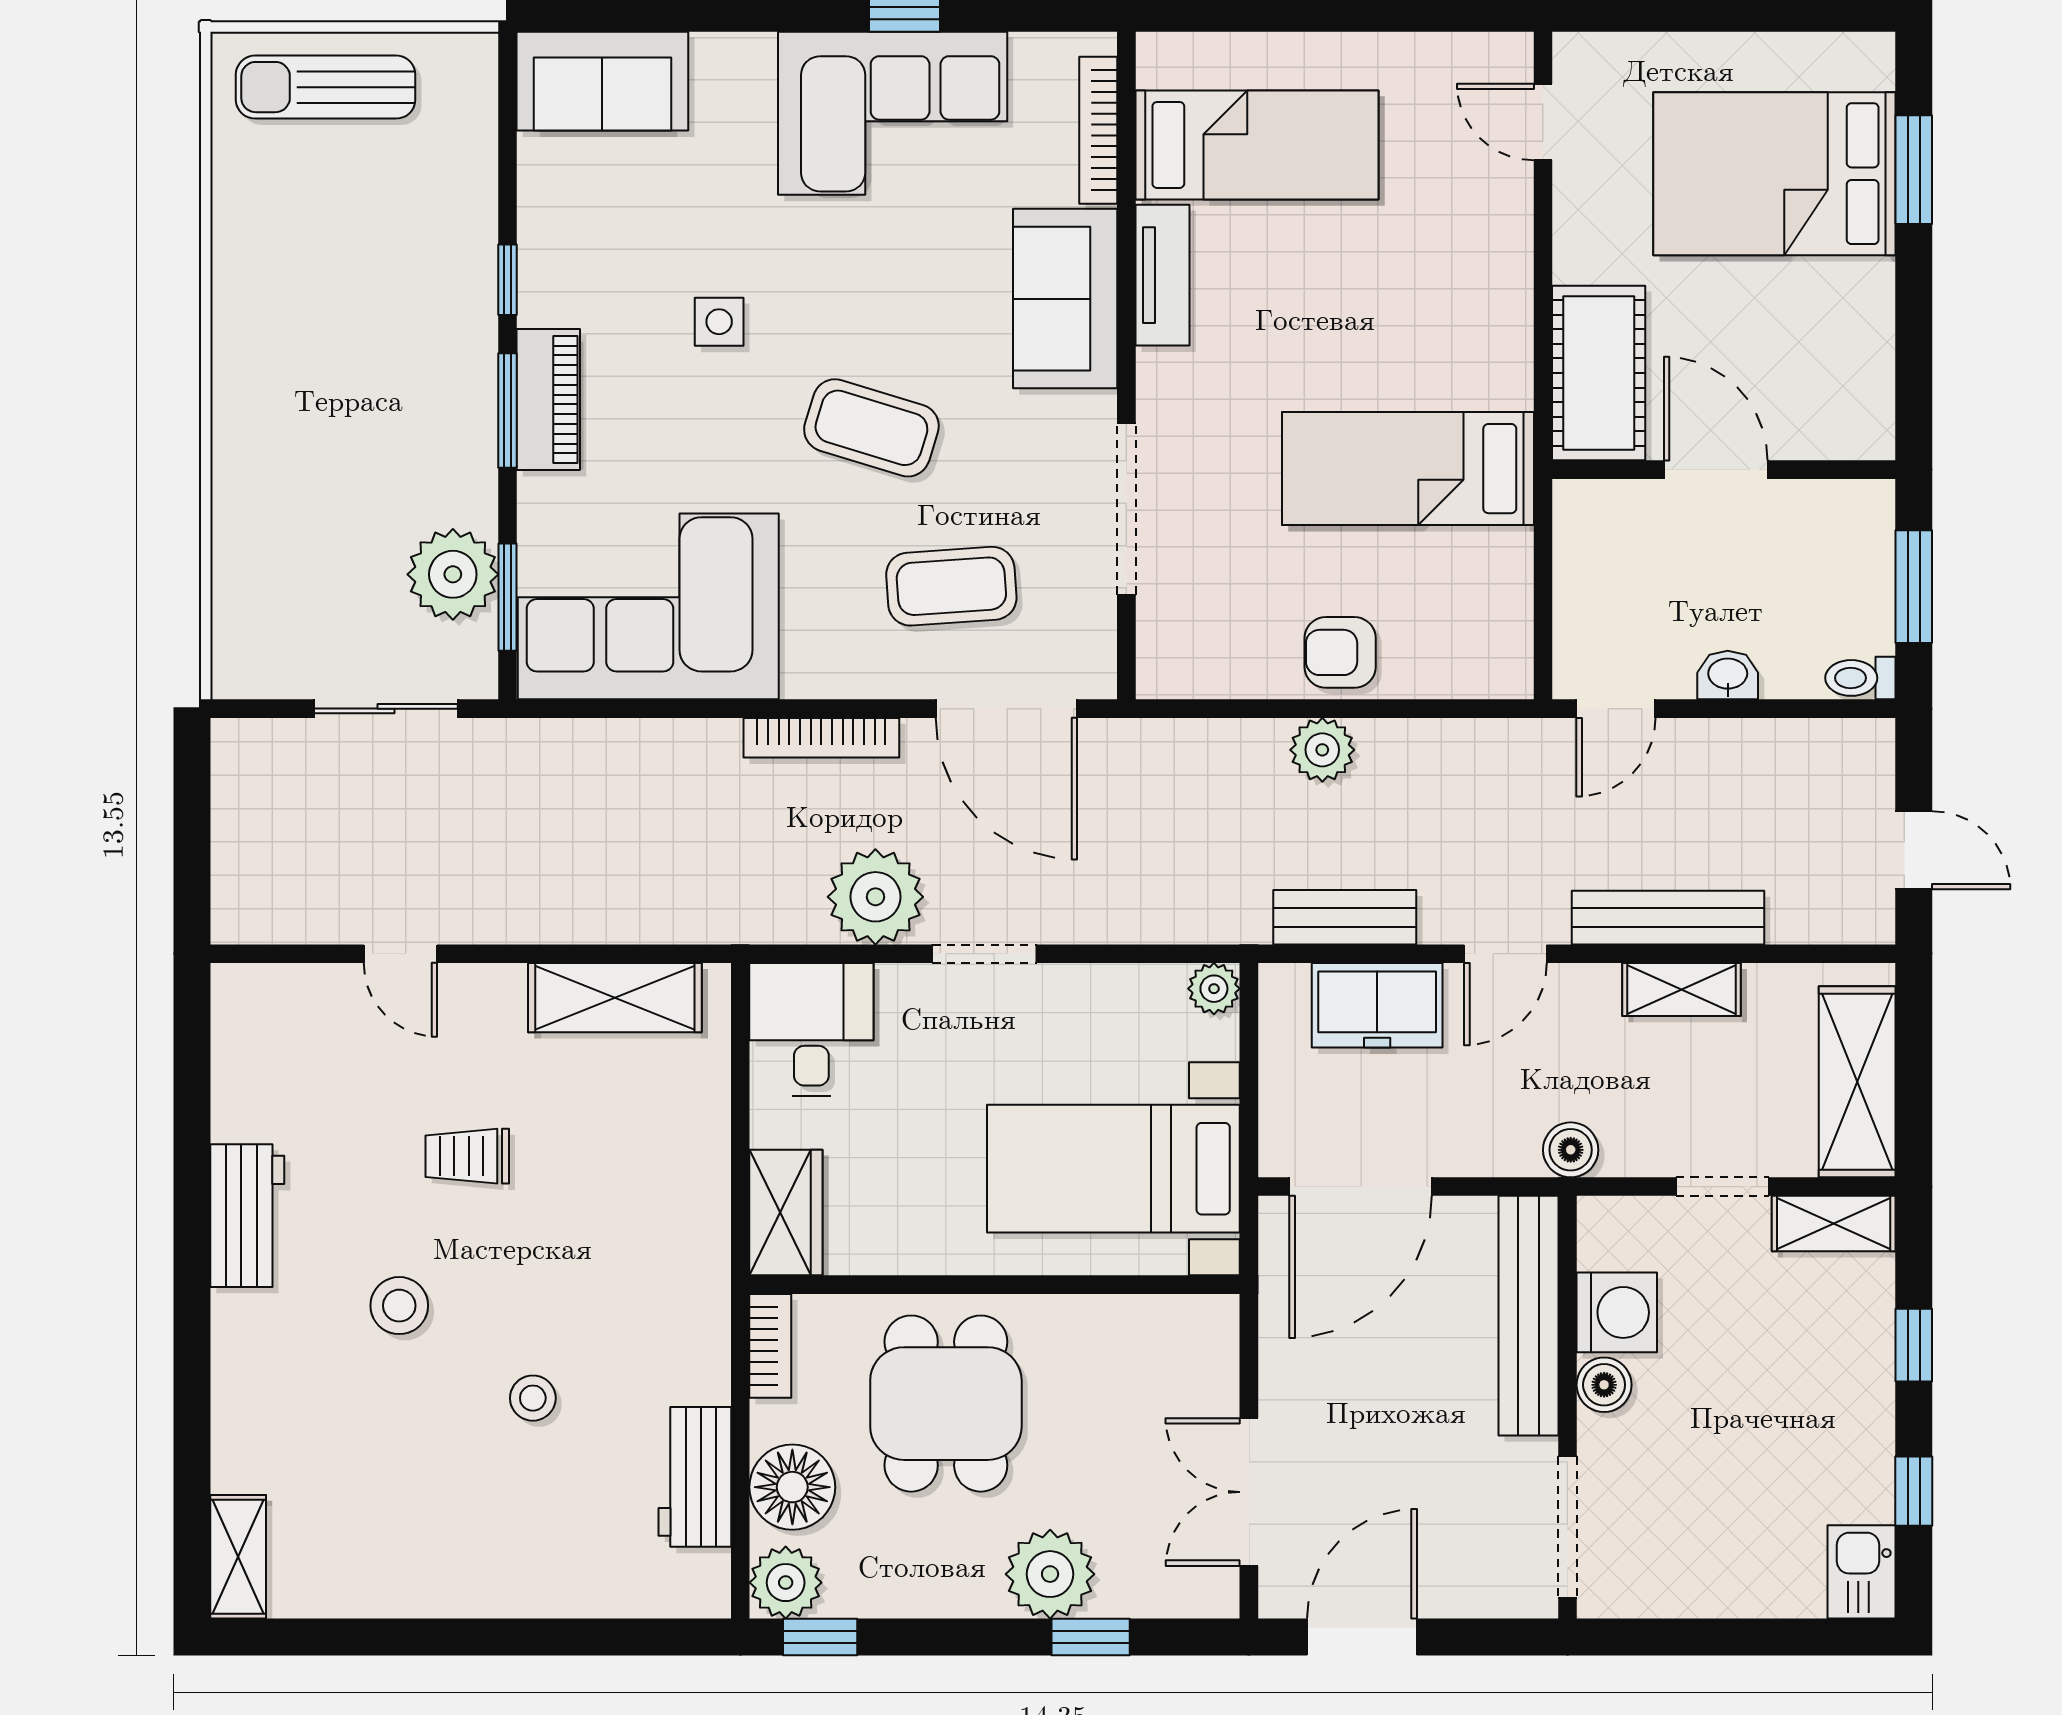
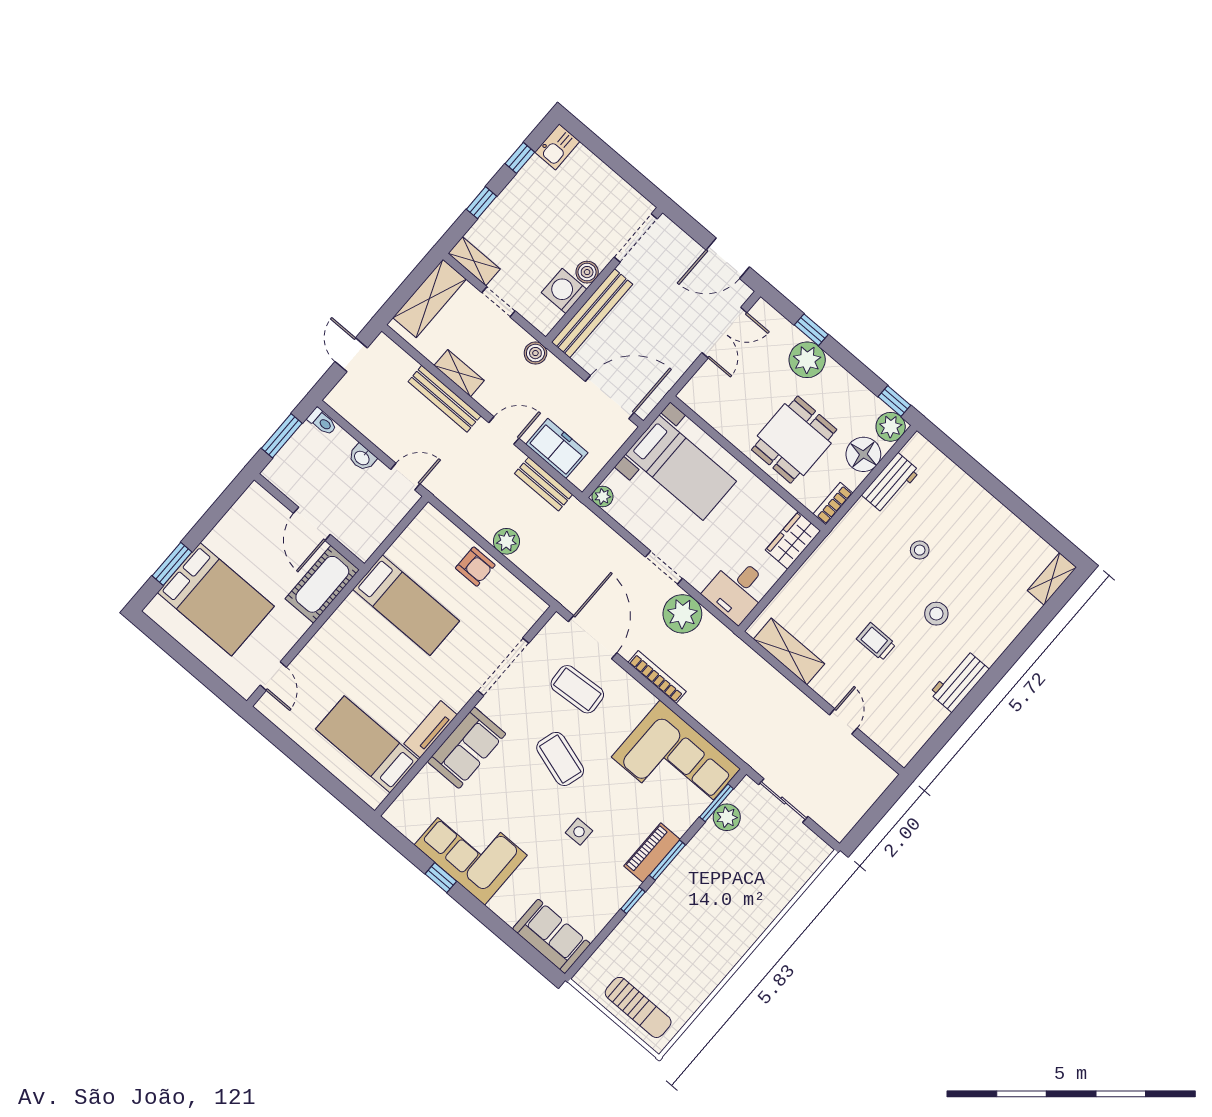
bookcase: (1098, 130) -> (412, 791), removed
plant: (453, 574) -> (727, 817), width x0.73, depth x0.73
trolley: (467, 1156) -> (876, 642), turned 180

